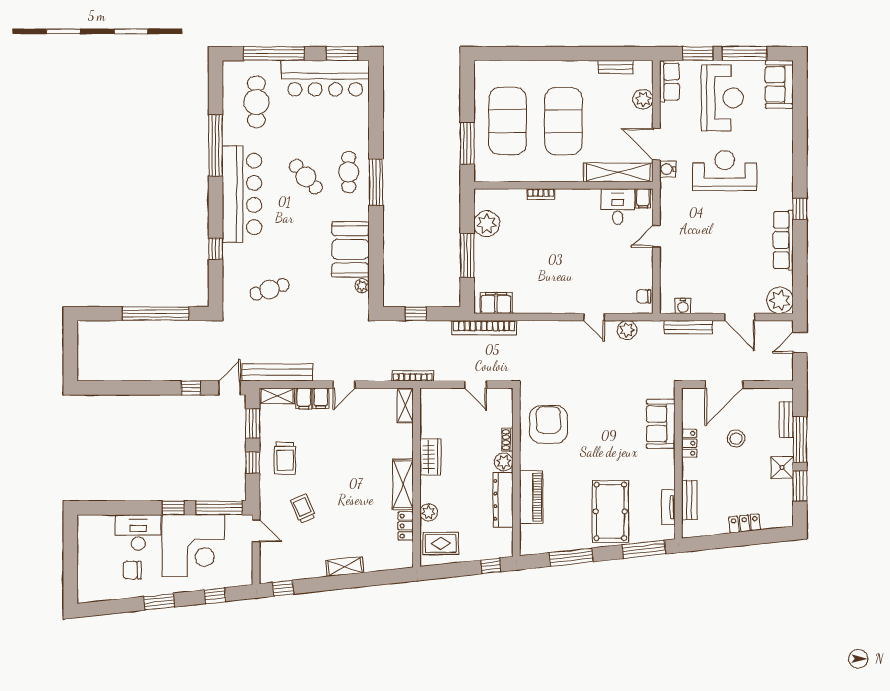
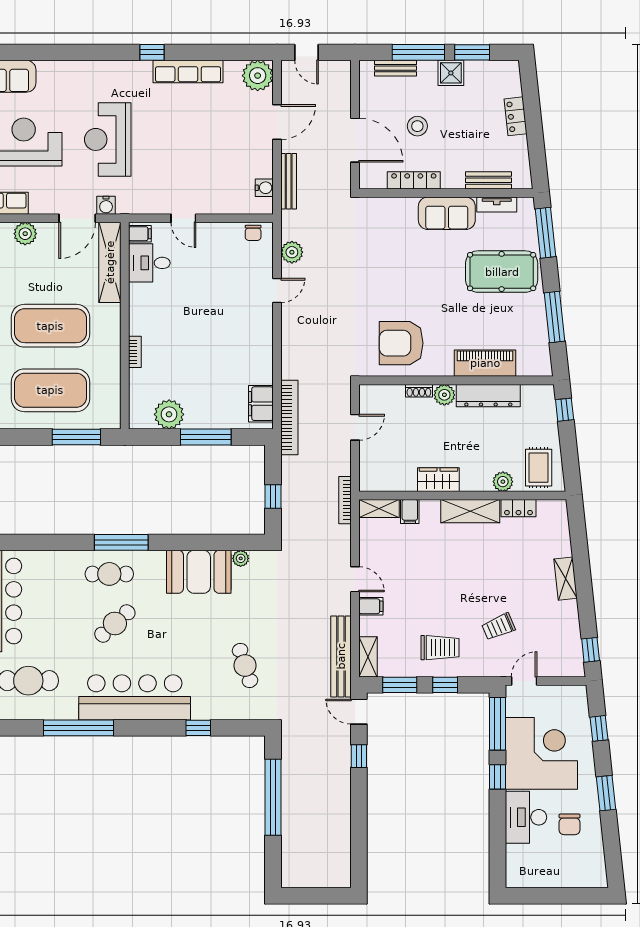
filing cabinet: (304, 398) -> (410, 512), moved, turned 90
sofa: (661, 424) -> (447, 213), moved
locker: (689, 443) -> (414, 180), width x1.53

